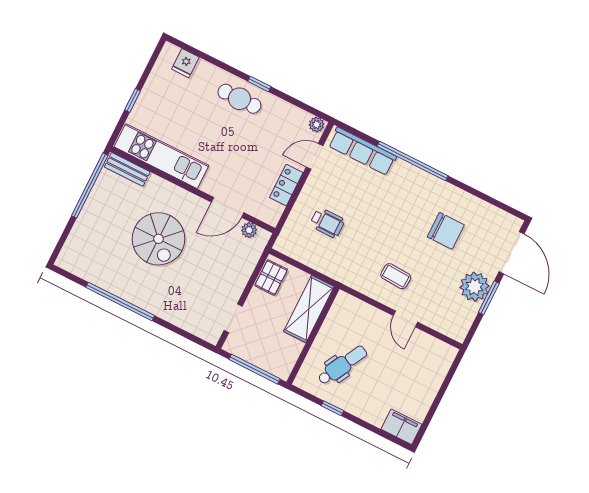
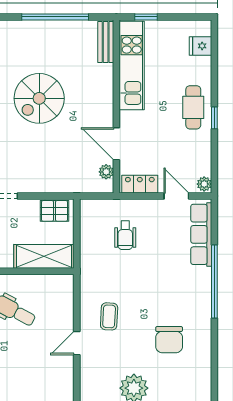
kitchen unit: (161, 156) -> (132, 65), moved
bench: (127, 169) -> (106, 42), moved
wall: (193, 190) -> (116, 106), moved
door: (228, 207) -> (116, 144), moved
plant: (249, 230) -> (106, 172), moved

